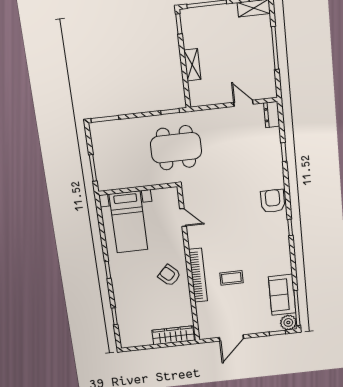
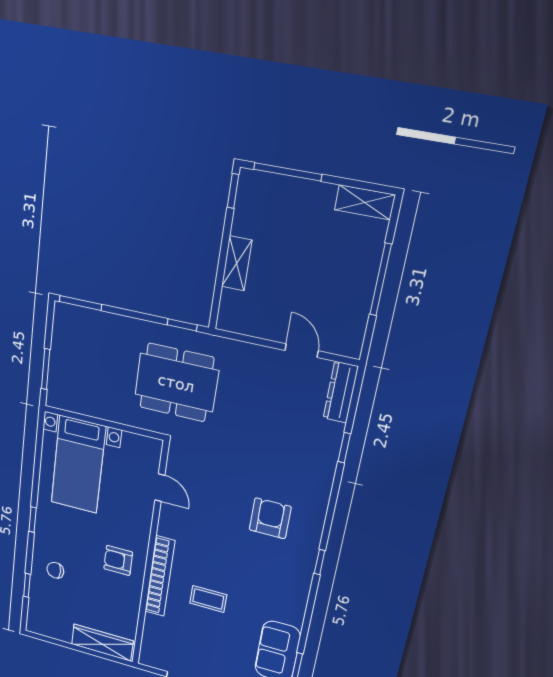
dresser: (272, 115) -> (341, 392), width x1.44
armchair: (273, 201) -> (270, 518), moved
armchair: (169, 275) -> (118, 560), turned -44
chair: (131, 298) -> (55, 570), added

